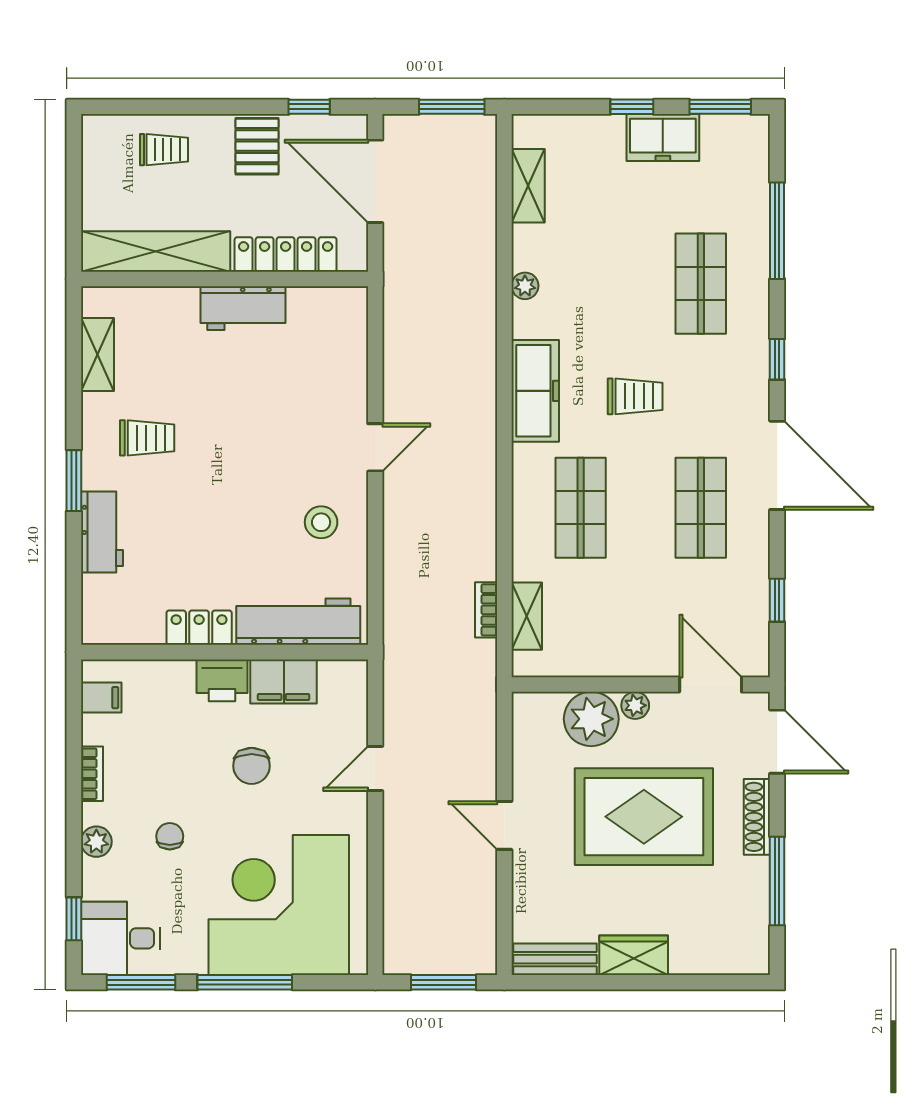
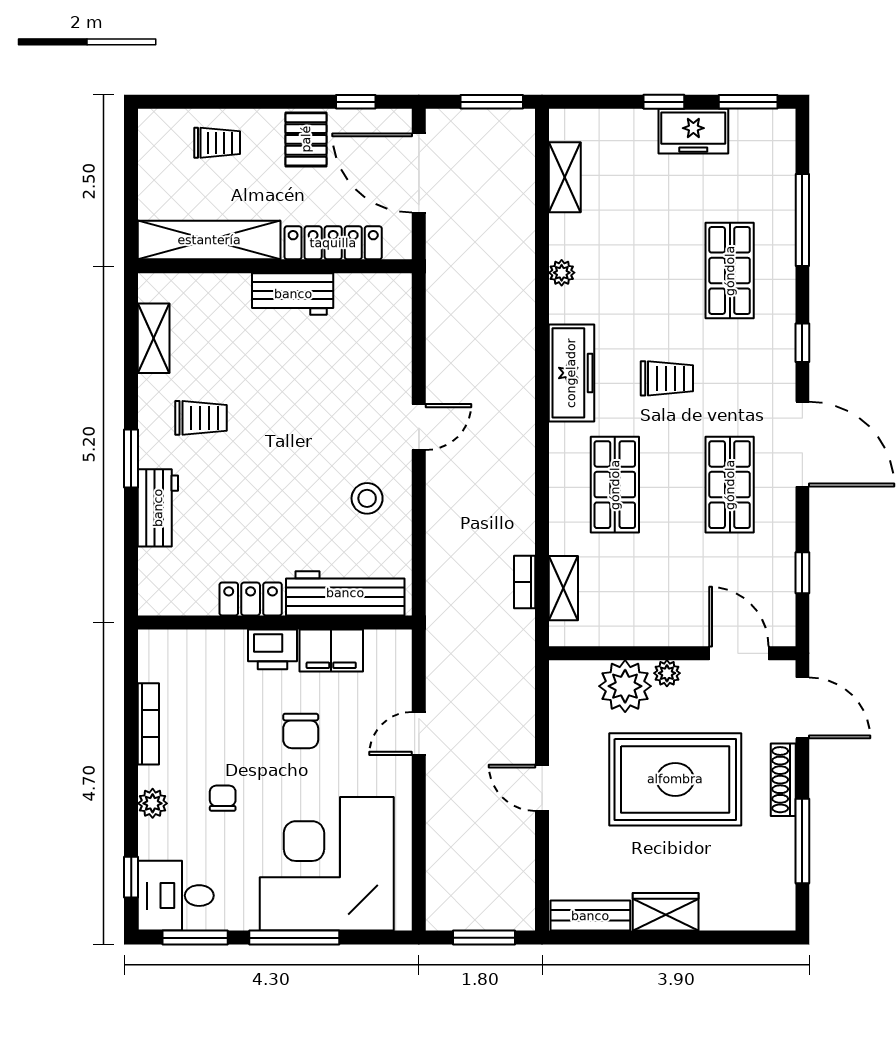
filing cabinet: (101, 698) -> (157, 666), removed
bookcase: (92, 774) -> (148, 724), width x1.56

